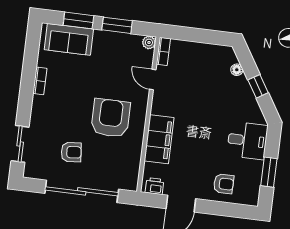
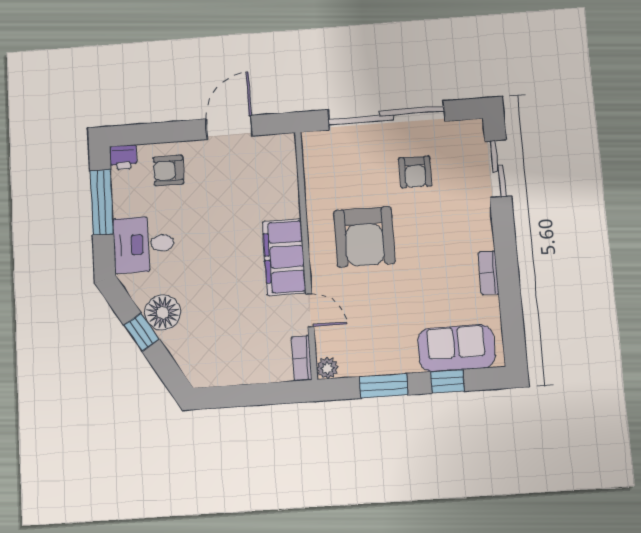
window: (78, 20) -> (447, 381), width x0.67
floor lamp: (237, 70) -> (163, 313), moved, width x1.89, depth x1.89
filing cabinet: (159, 139) -> (284, 257), moved
armchair: (71, 152) -> (415, 172), turned -85
window: (269, 172) -> (102, 202), width x1.44
printer: (155, 186) -> (123, 157), moved

